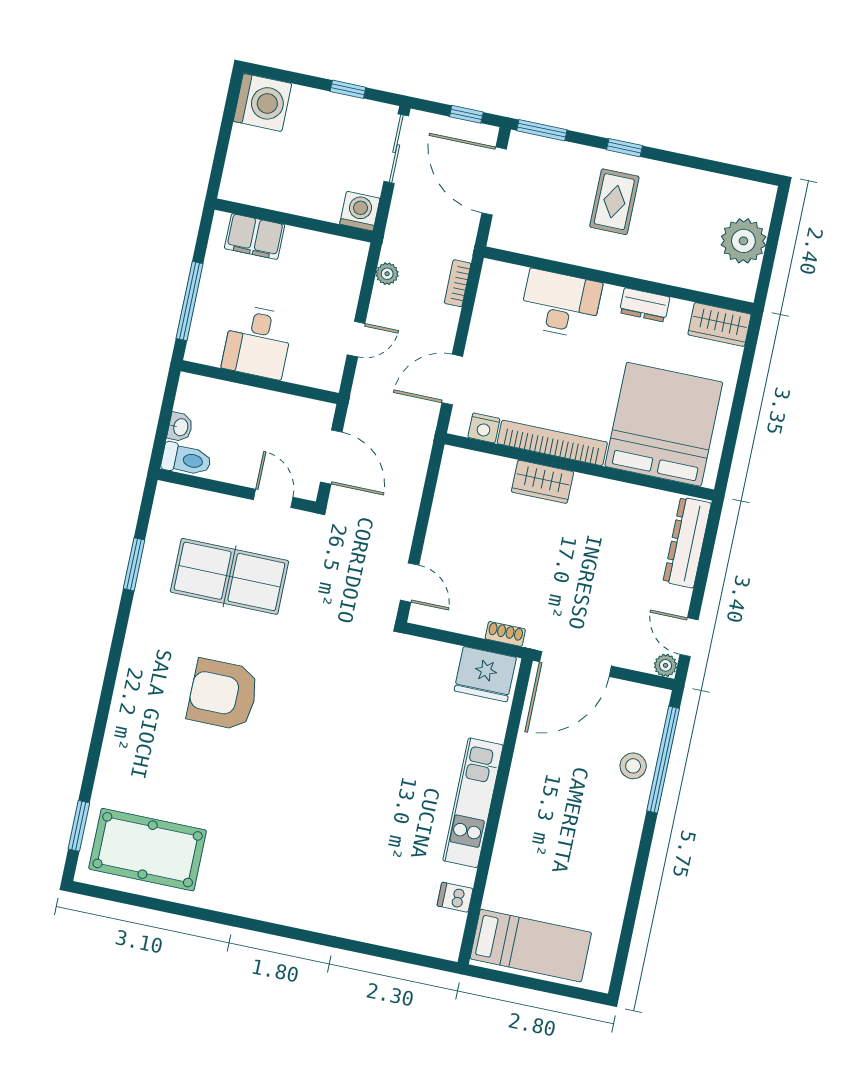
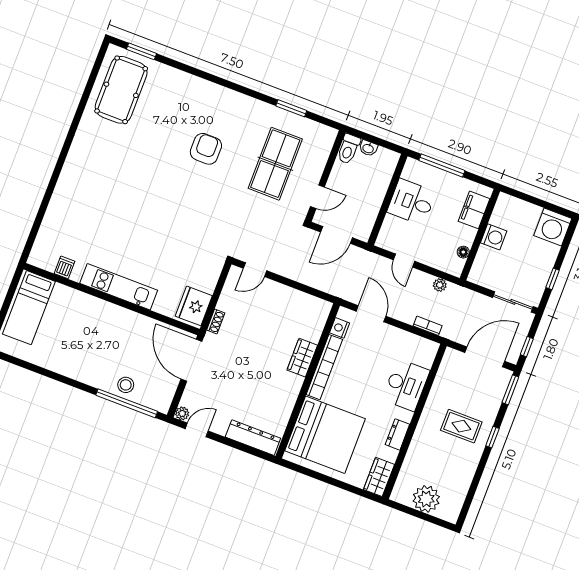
washing machine: (360, 211) -> (494, 237), moved
floor lamp: (327, 244) -> (463, 252), added
armchair: (223, 695) -> (206, 149), width x0.73, depth x0.73

